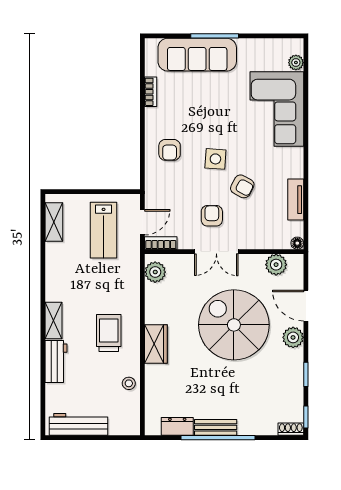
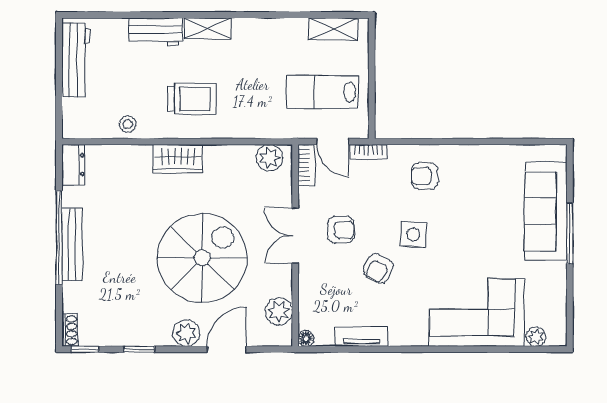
bookcase: (151, 92) -> (368, 152), moved
dresser: (177, 426) -> (73, 165), moved
bench: (216, 427) -> (72, 244), width x1.36

